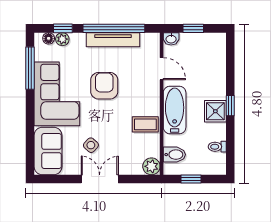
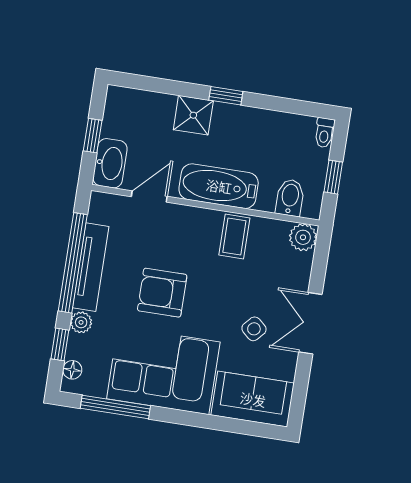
plant: (62, 39) -> (81, 322), moved
washbasin: (171, 39) -> (110, 163), width x1.91, depth x1.45
shower: (215, 111) -> (193, 115), moved
toilet: (217, 147) -> (324, 133), moved

